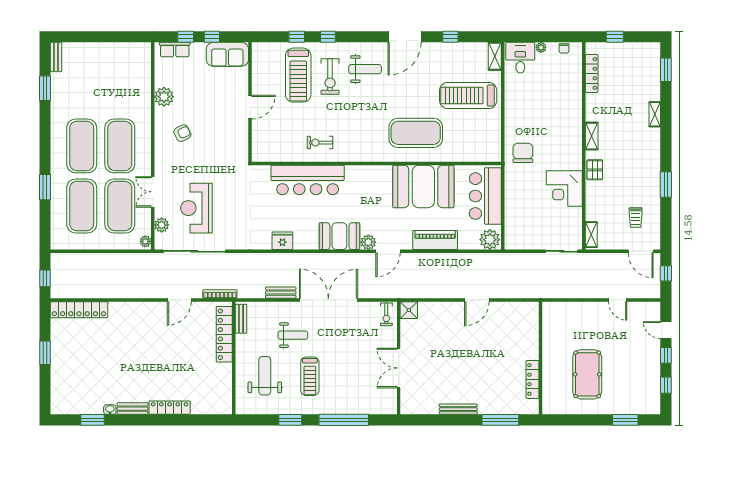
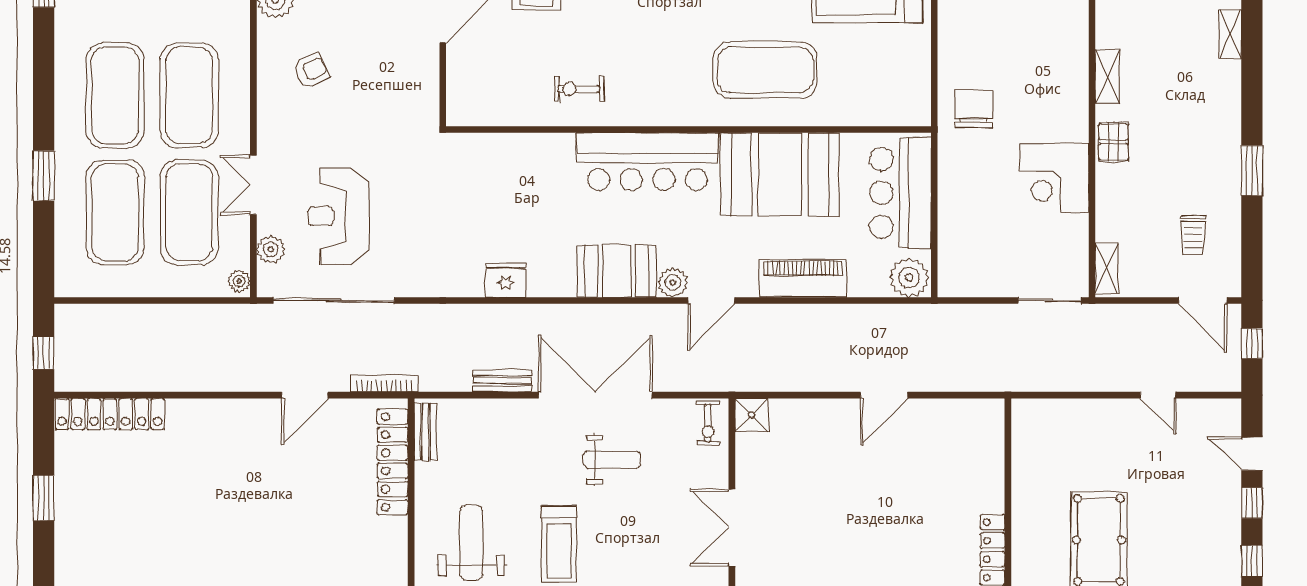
bar counter: (308, 180) -> (648, 162), moved
weight bench: (293, 335) -> (612, 460), moved

